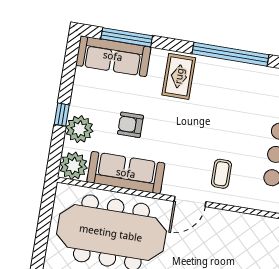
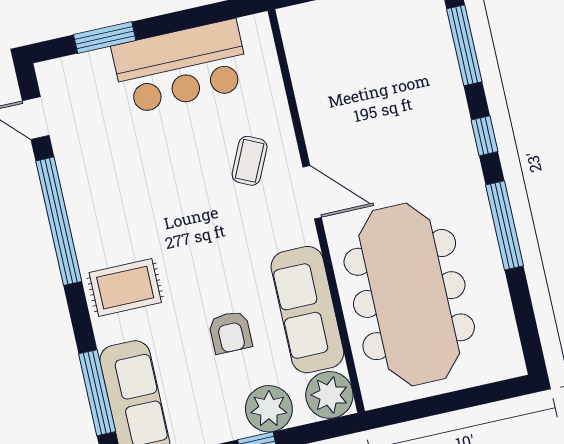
coffee table: (221, 174) -> (250, 161), turned -65

